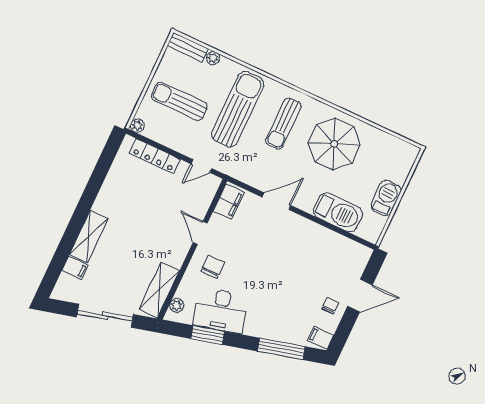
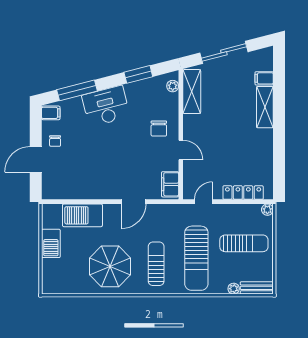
desk: (221, 310) -> (106, 106), moved

